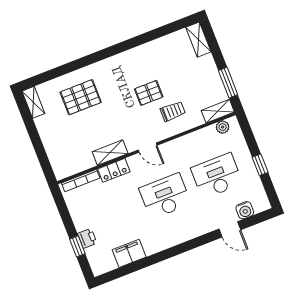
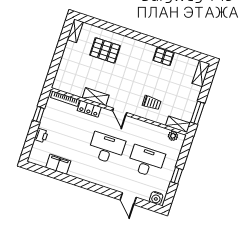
pallet: (149, 93) -> (163, 57), moved
water cooler: (245, 210) -> (156, 198), moved
window: (77, 246) -> (39, 114), moved

